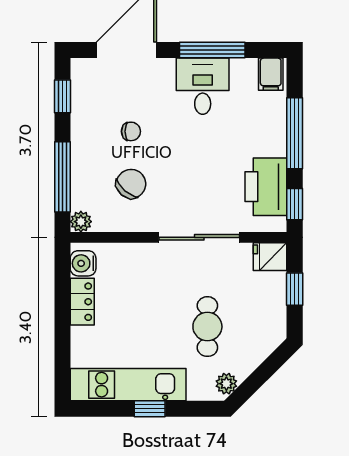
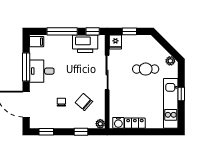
window: (62, 177) -> (81, 132), width x0.46

